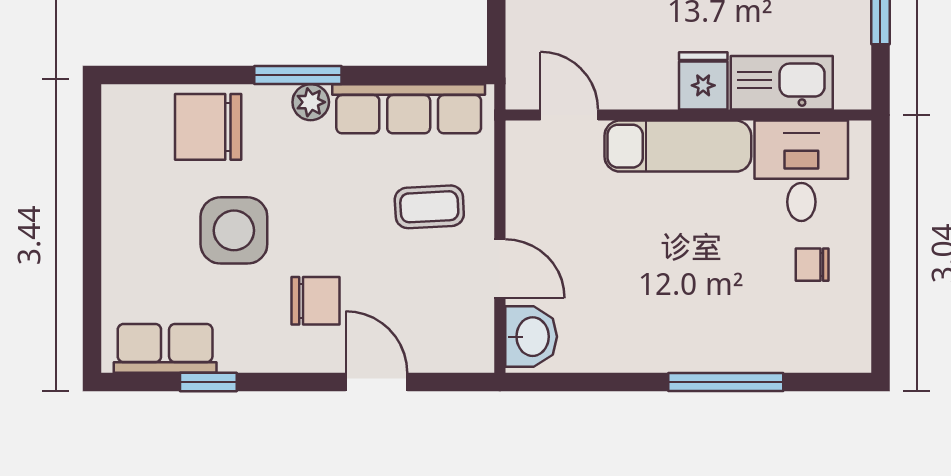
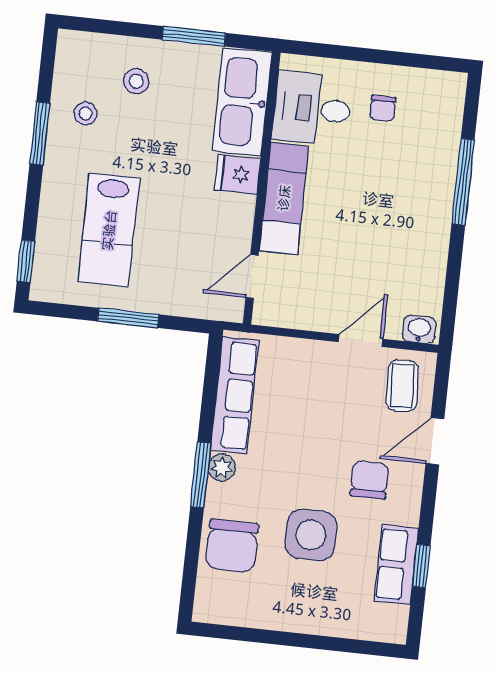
kitchen sink: (782, 83) -> (242, 102), width x1.36, depth x1.24
coffee table: (429, 207) -> (402, 386), moved
washbasin: (531, 337) -> (419, 329), width x0.72, depth x0.69
row of seats: (165, 348) -> (396, 565), moved

